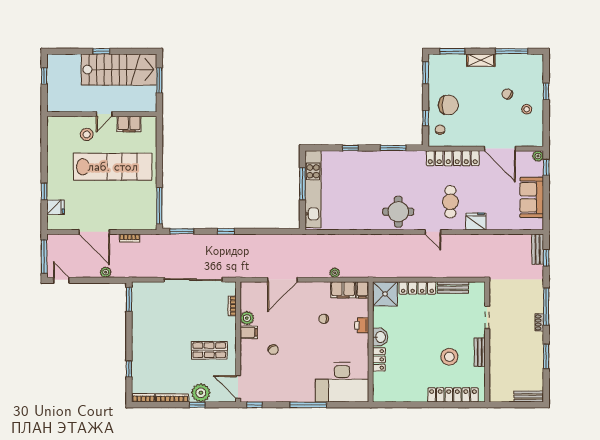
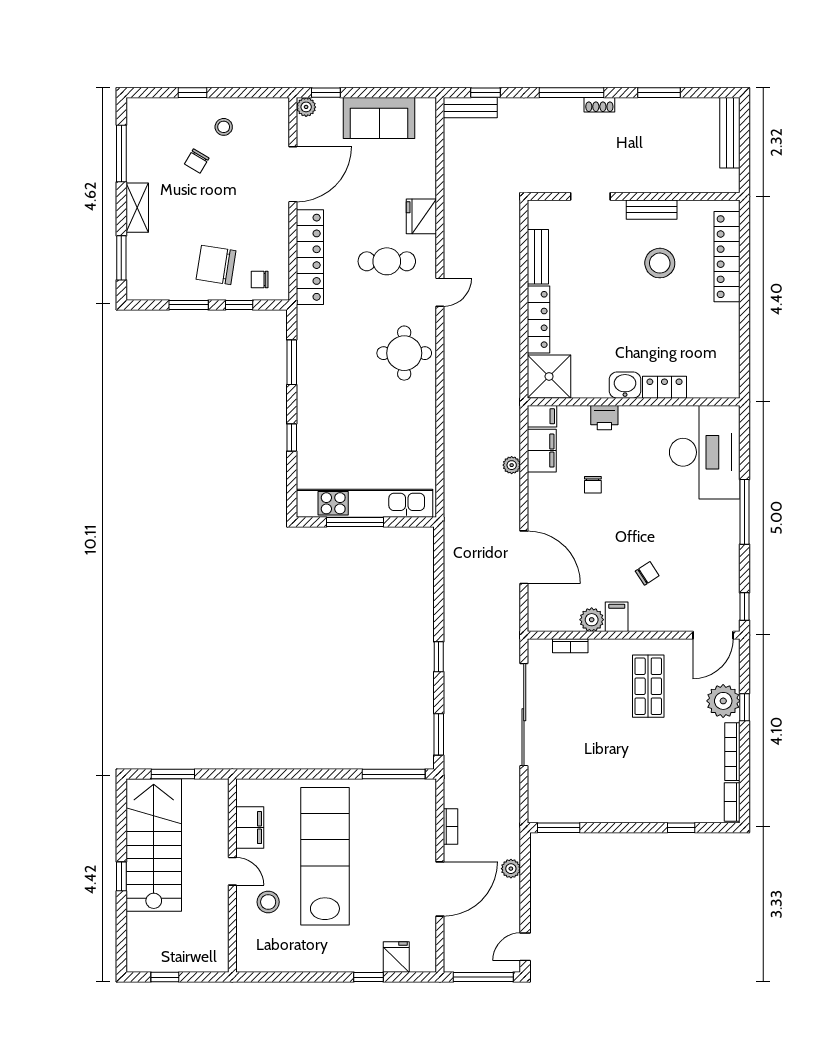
window: (426, 73) -> (189, 305), moved
chair: (448, 105) -> (216, 265), turned -81
bench: (529, 397) -> (730, 133), width x1.36

